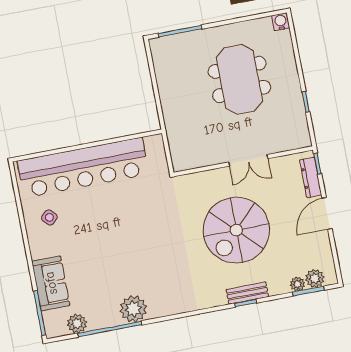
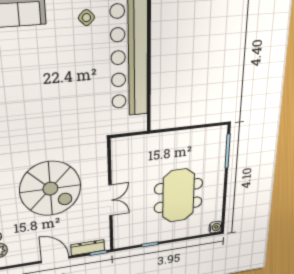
meeting table: (239, 79) -> (178, 196), turned 90
double door: (248, 160) -> (110, 200), swing flipped
spiral stairs: (236, 230) -> (50, 189), turned 180

